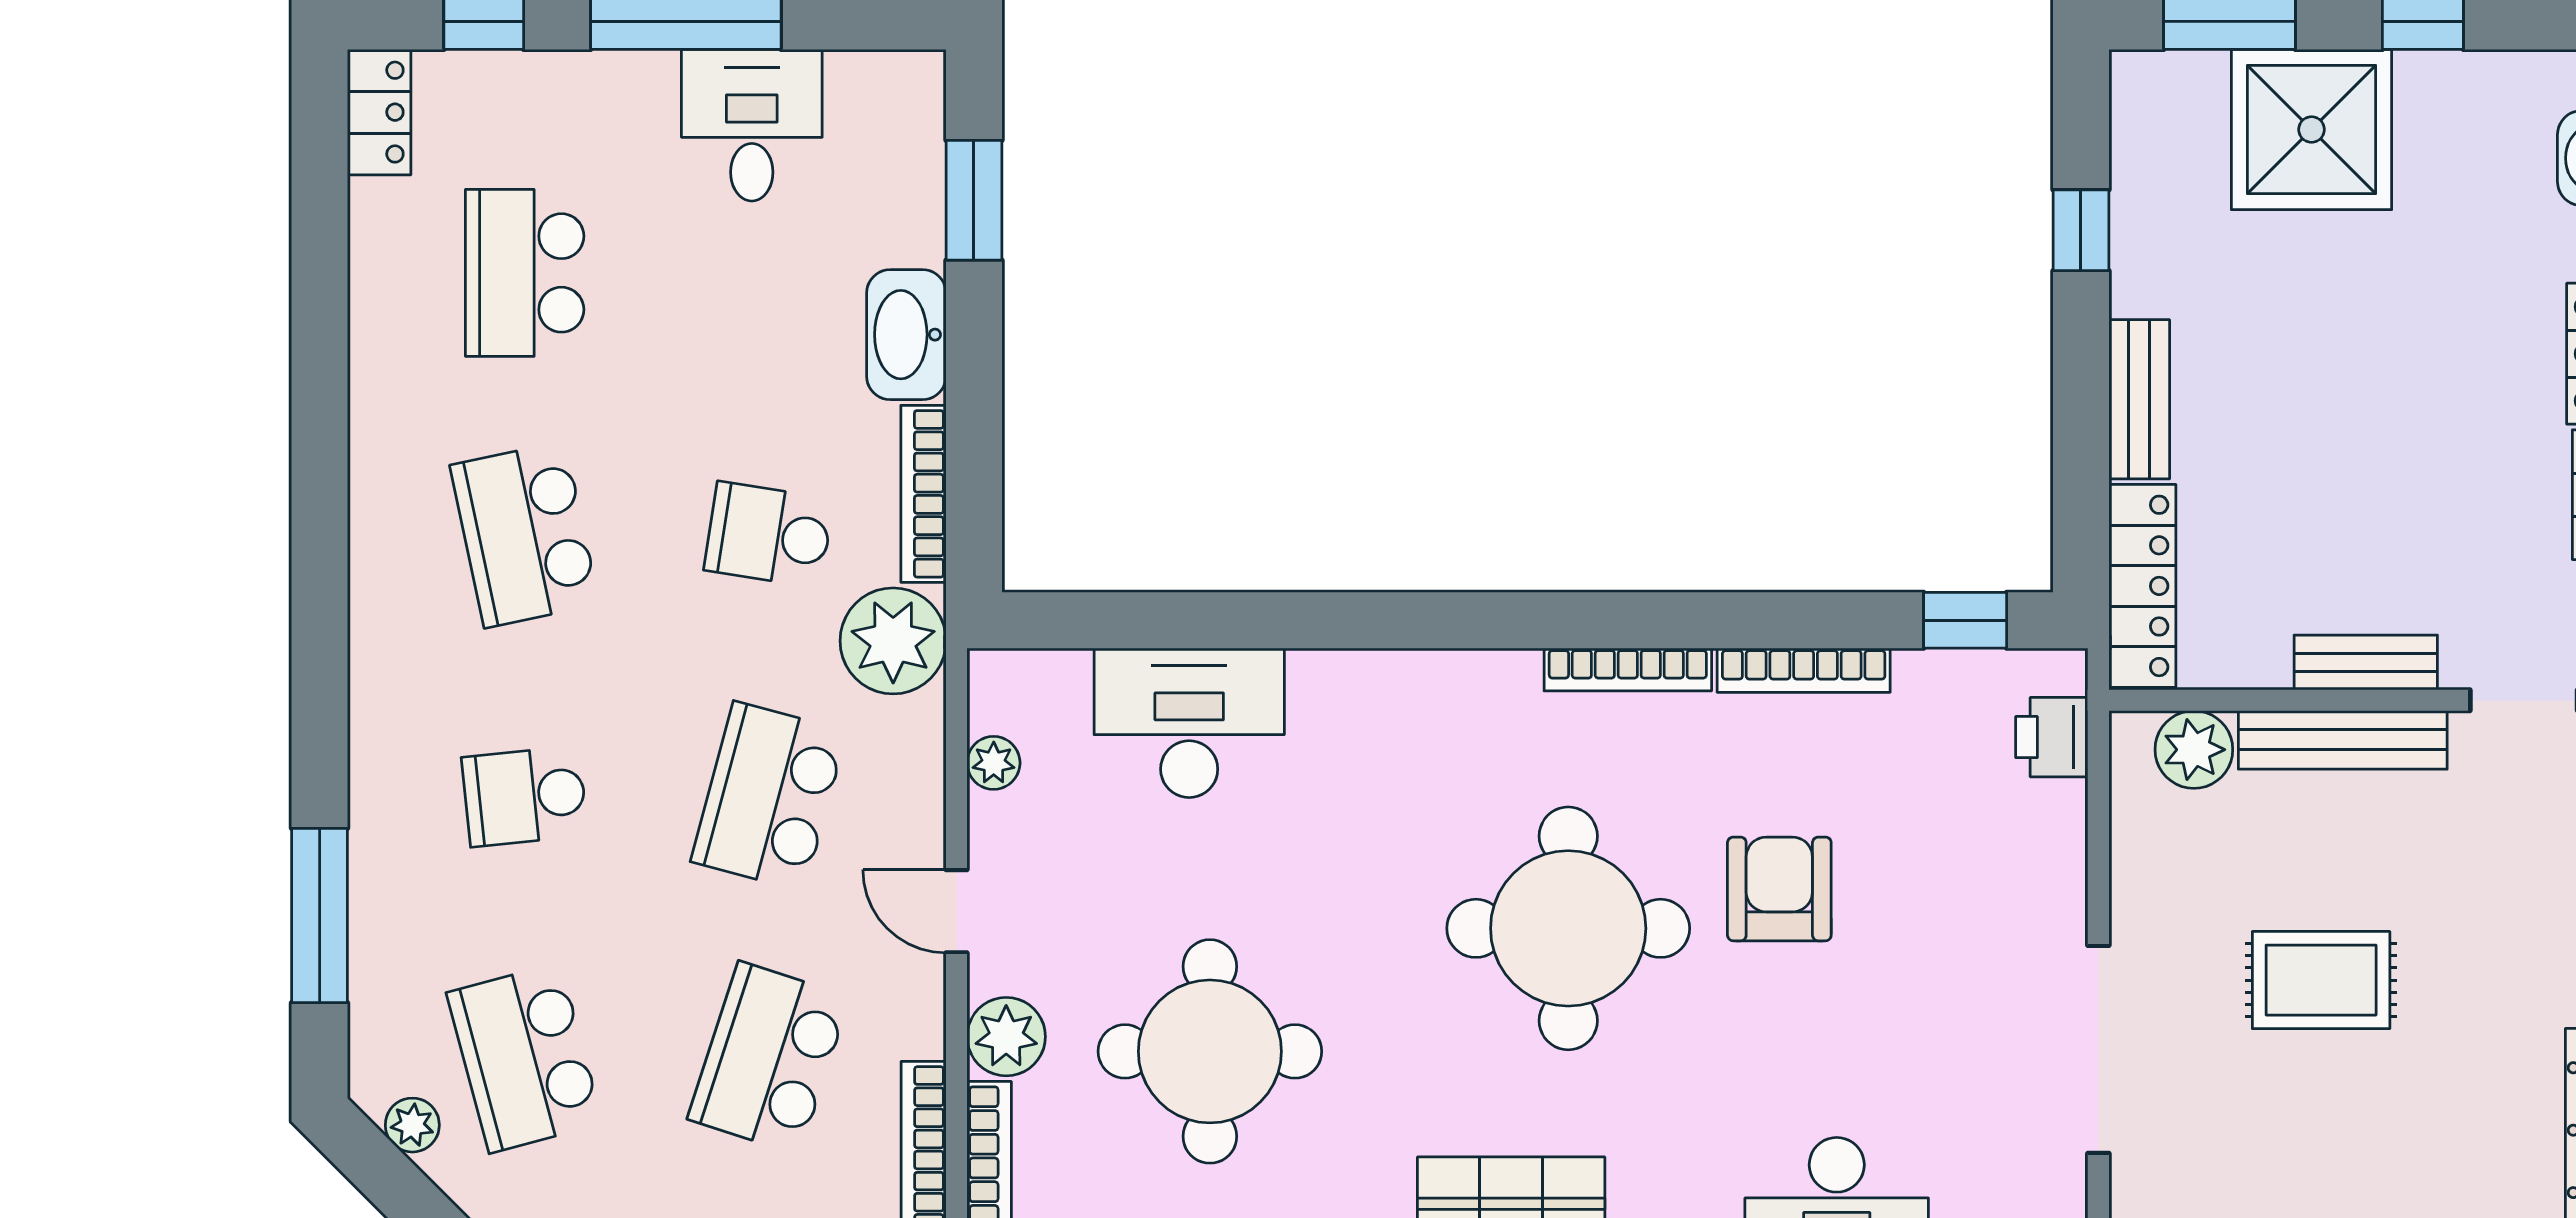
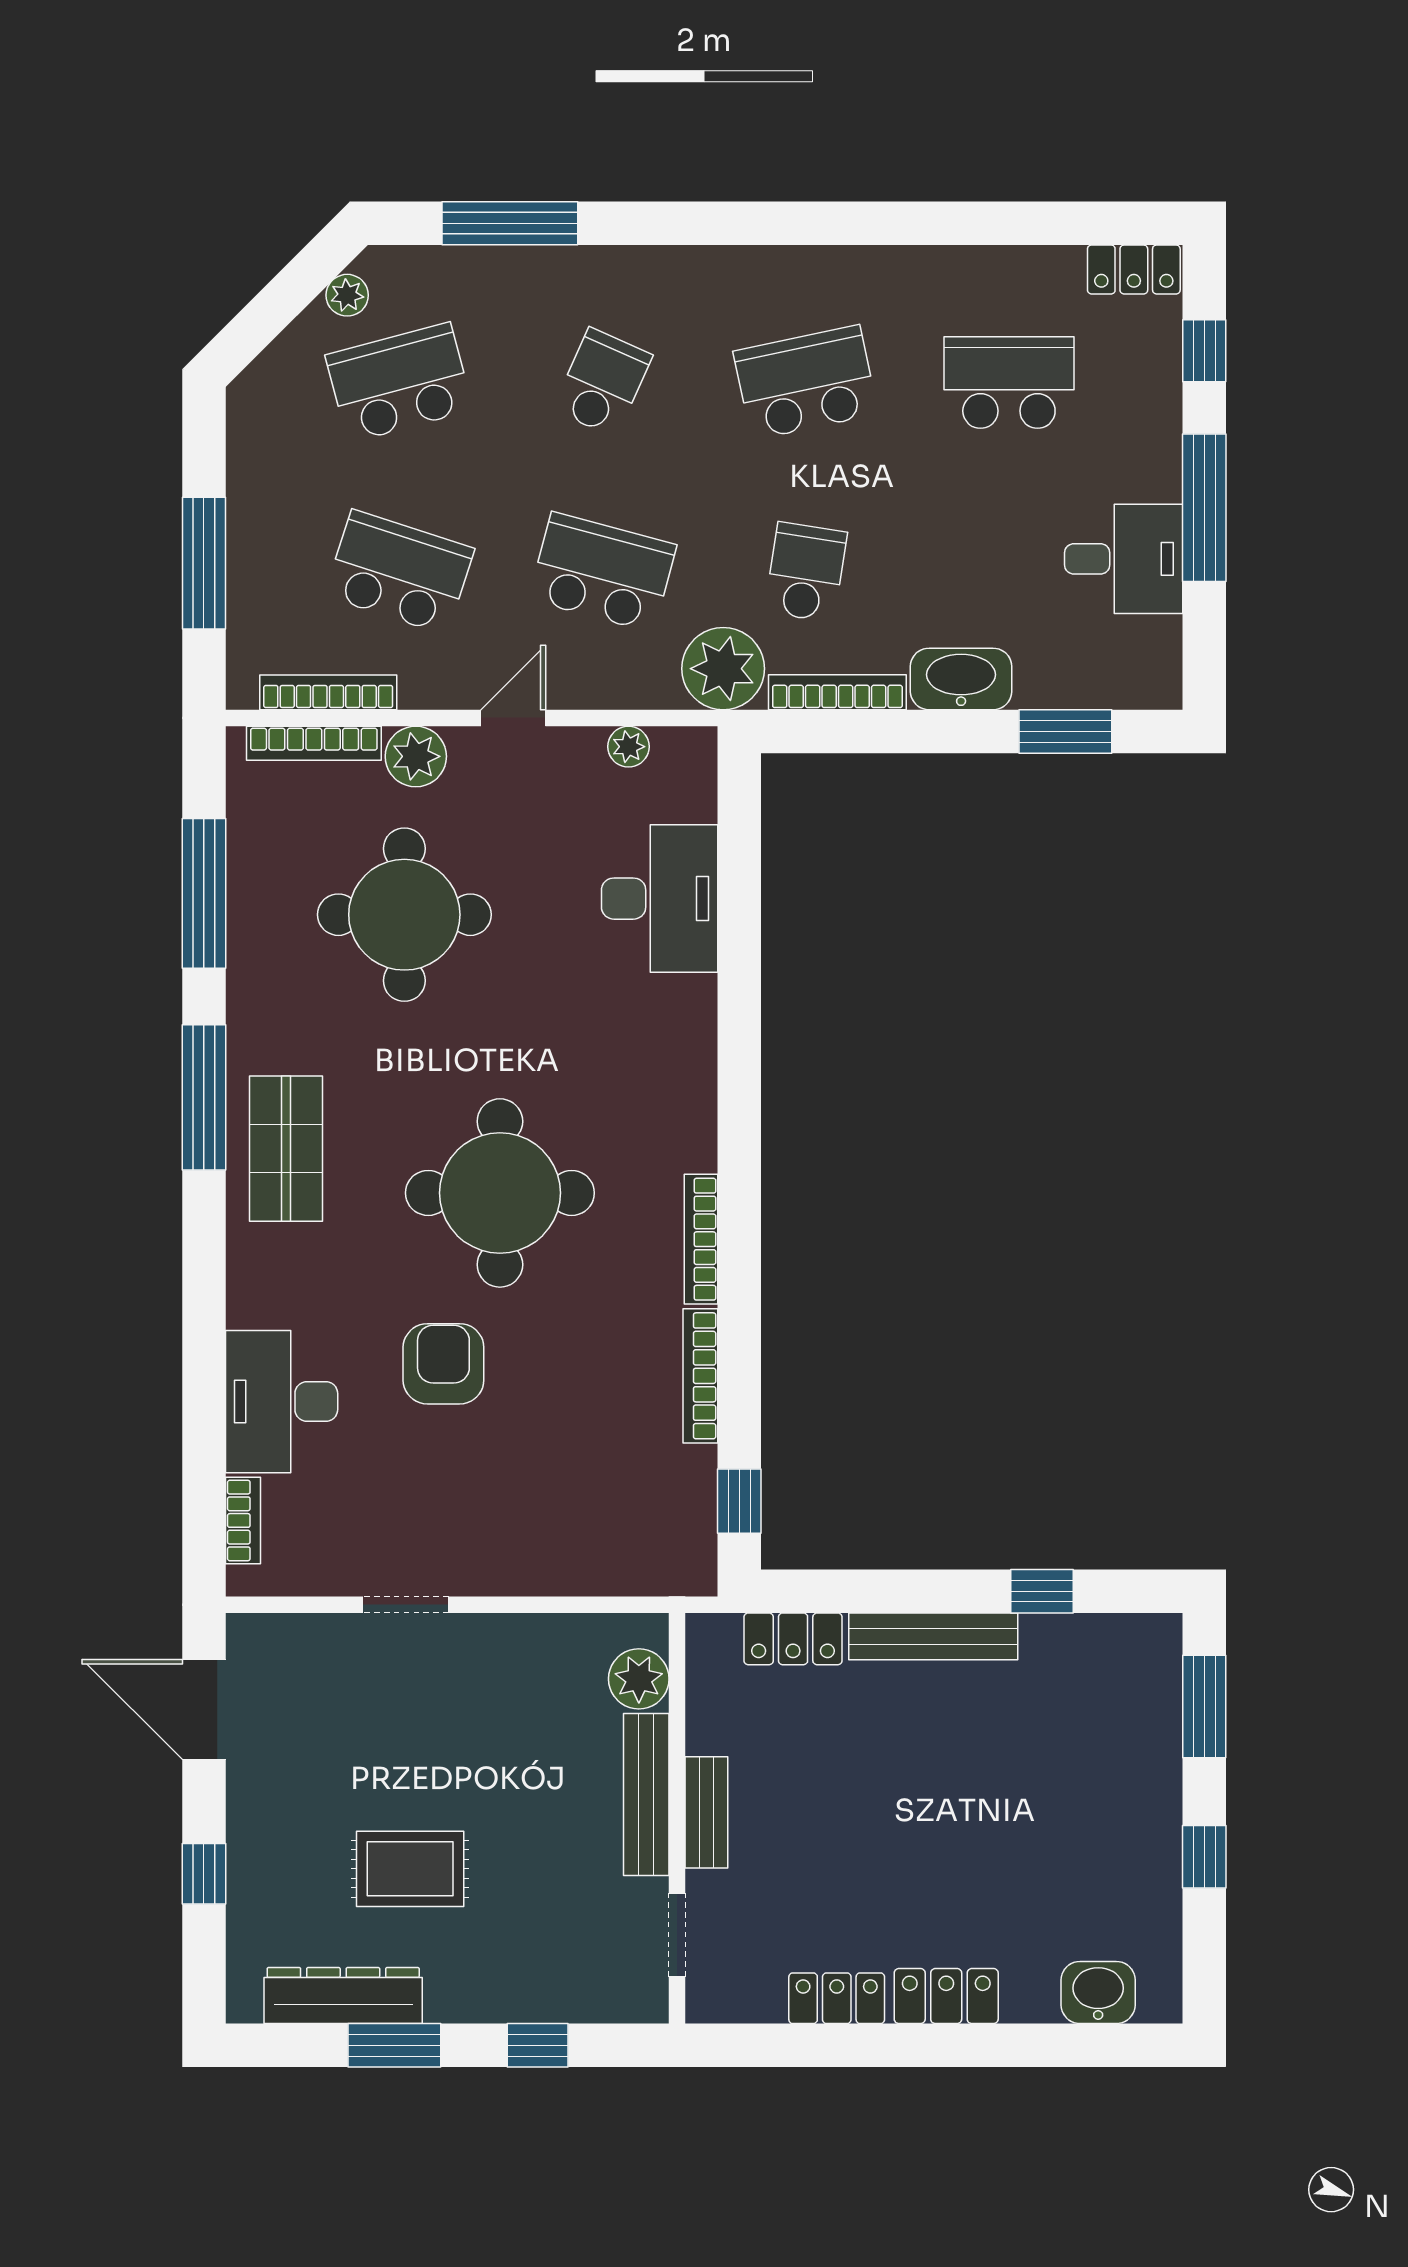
shower: (2312, 130) -> (1120, 1770), removed
bench: (2139, 399) -> (933, 1636), width x1.36
locker: (2142, 586) -> (793, 1639), width x0.66
printer: (2052, 737) -> (648, 1569), removed
school desk: (525, 796) -> (602, 382), turned 30
armchair: (1779, 889) -> (443, 1364), moved, turned -90
rug: (2321, 980) -> (410, 1869), moved, turned 90
doorway: (2098, 1049) -> (406, 1605), width x0.53

